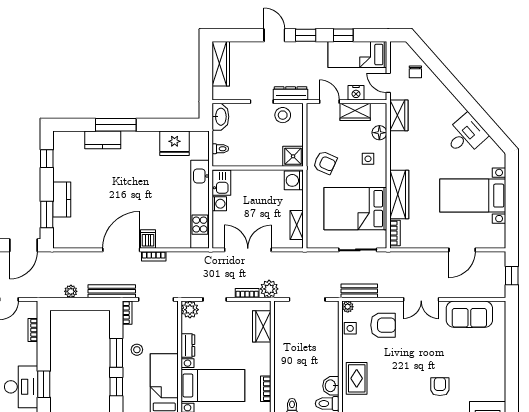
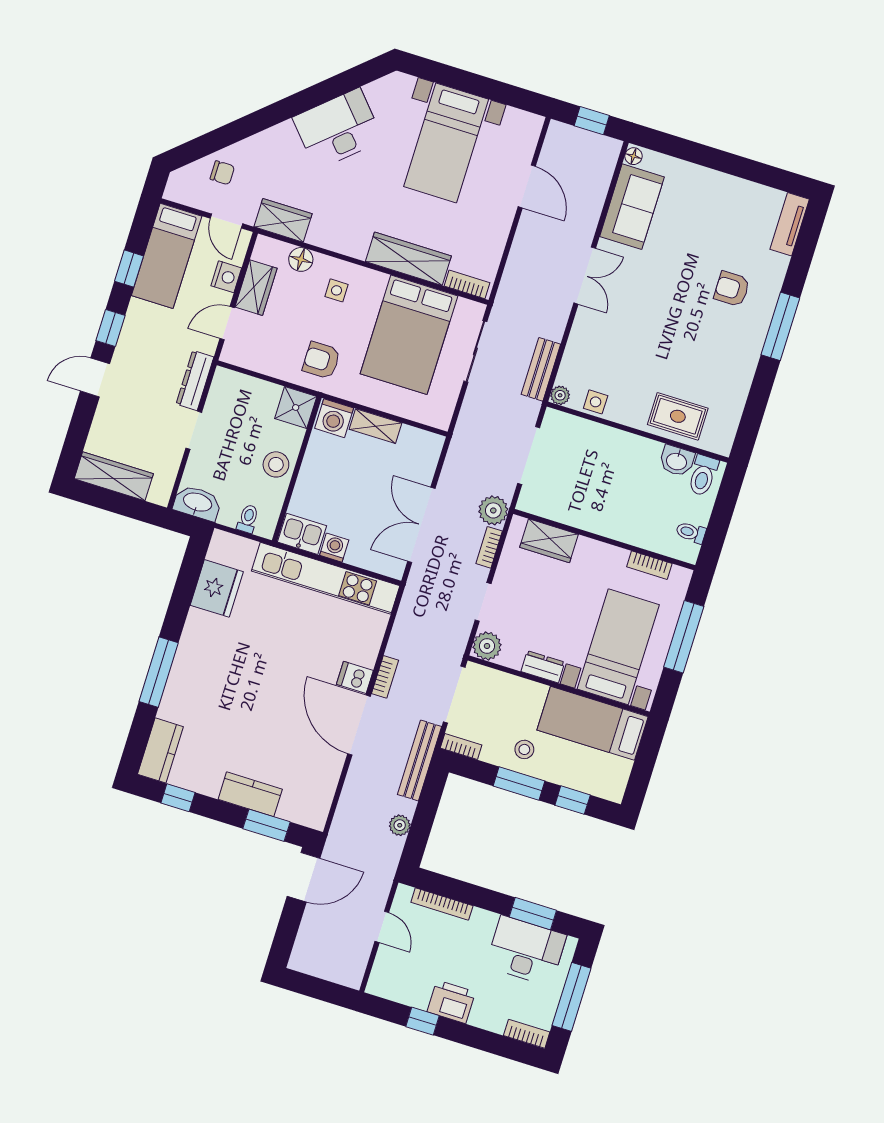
door: (388, 83) -> (226, 221), hinge flipped
stool: (283, 115) -> (276, 464), moved
desk: (465, 135) -> (338, 129), width x1.37
kitchen counter: (103, 140) -> (160, 750), moved
armchair: (325, 163) -> (321, 360), turned -114
shelving: (297, 225) -> (375, 426), moved
door: (23, 245) -> (304, 877), hinge flipped
floor lamp: (499, 306) -> (634, 156), added
armchair: (383, 325) -> (607, 348), removed
bookcase: (33, 330) -> (442, 904), width x1.56

